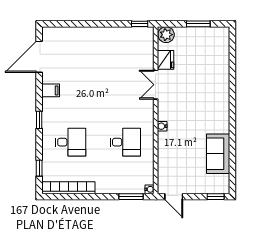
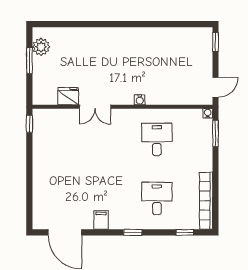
plant: (166, 35) -> (41, 47), moved
sofa: (218, 154) -> (169, 39), removed

